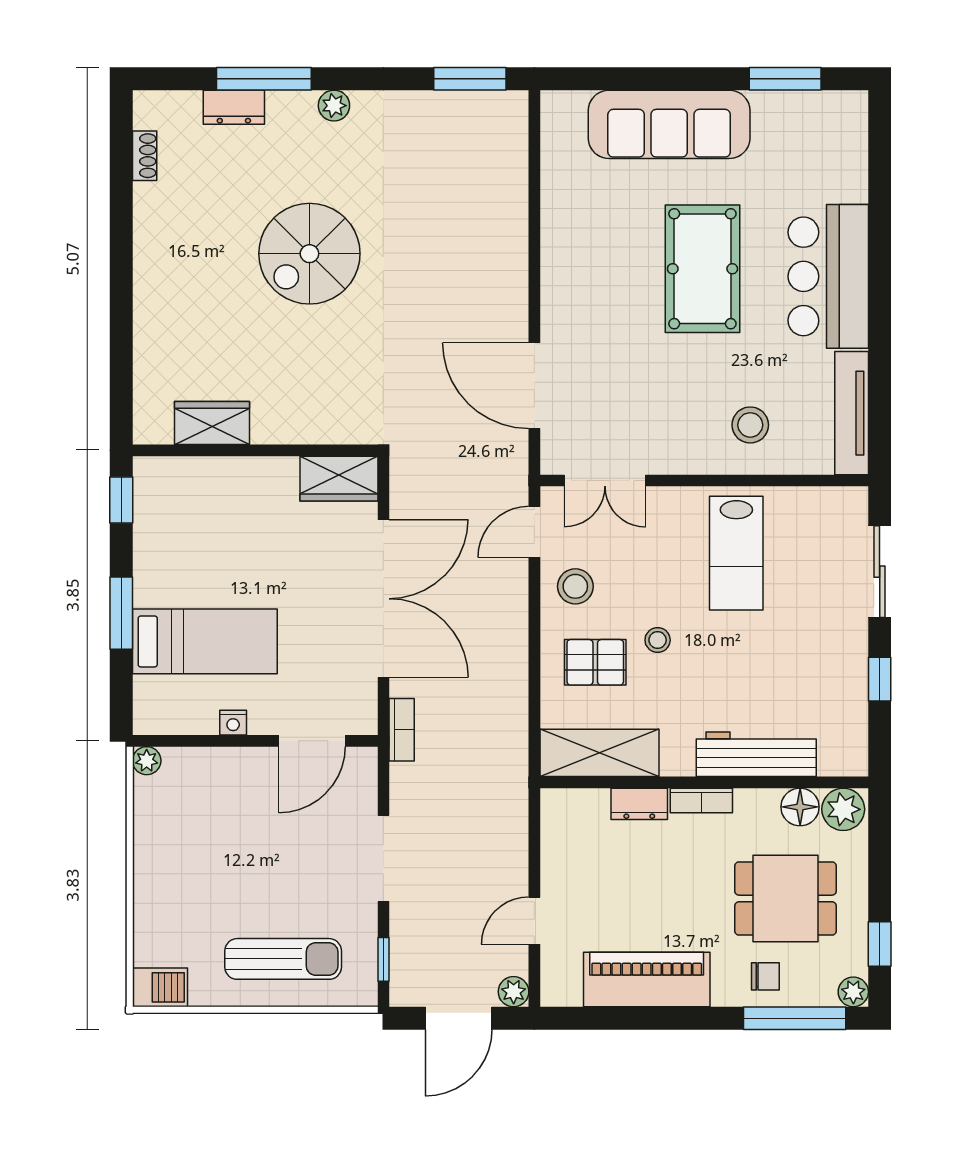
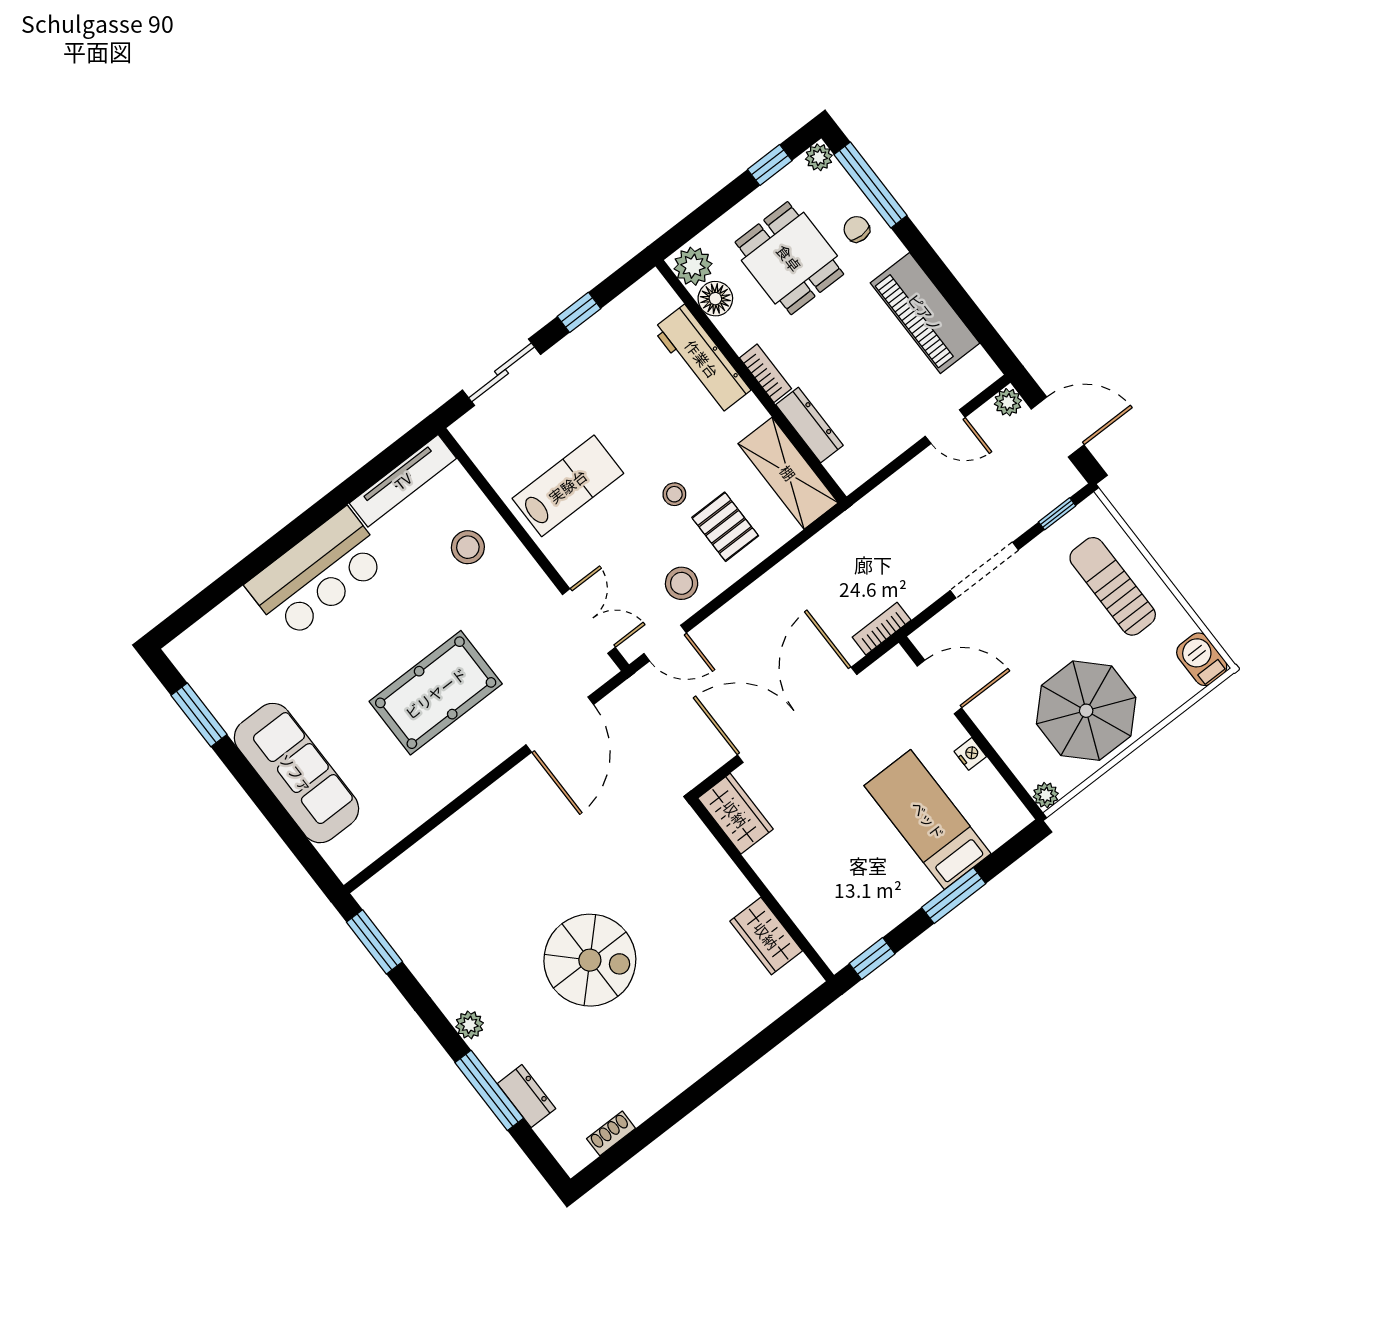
pool table: (702, 269) -> (436, 693), moved
dresser: (639, 804) -> (809, 425), width x1.44
parasol: (193, 852) -> (1086, 711), added

